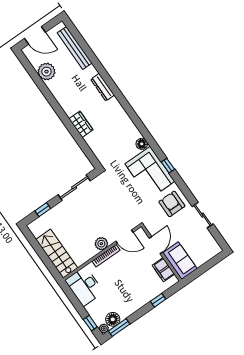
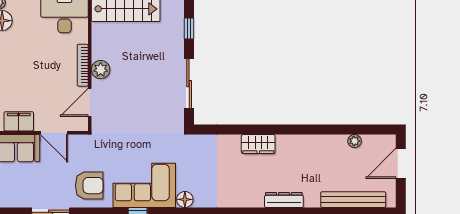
plant: (46, 72) -> (355, 141), width x0.53, depth x0.53

